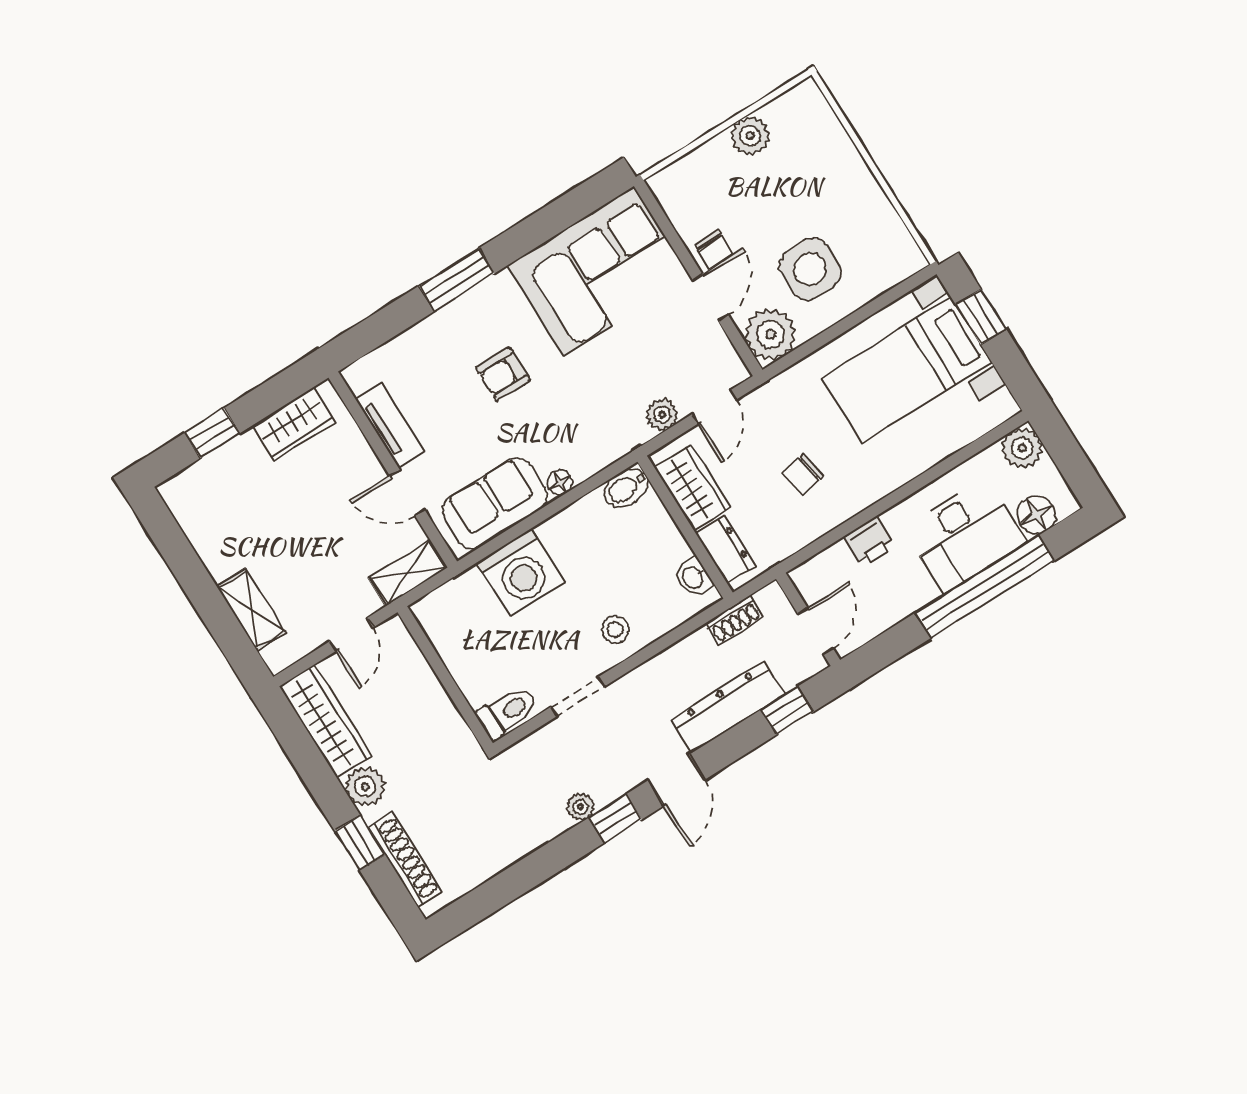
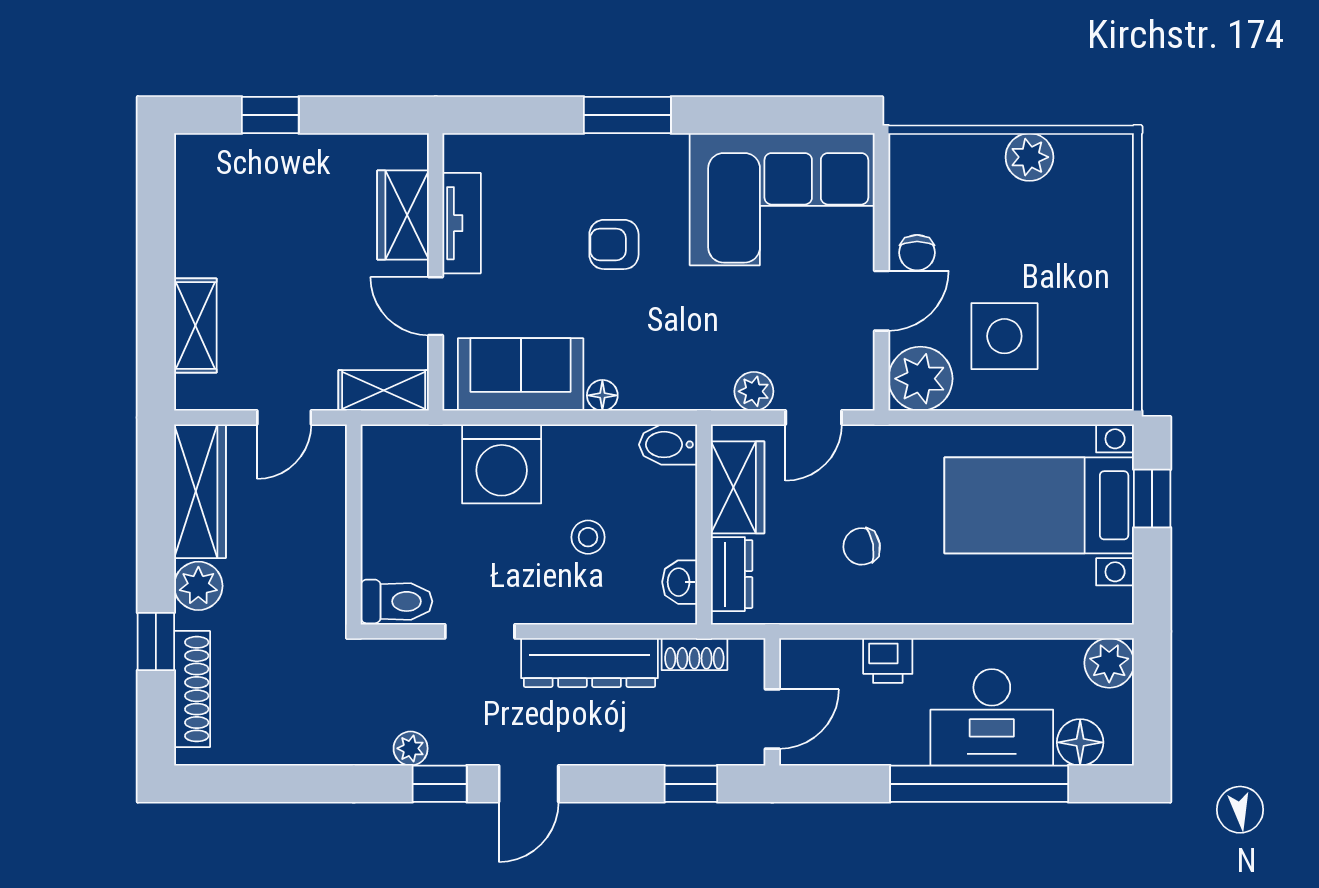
wardrobe: (294, 424) -> (403, 215), moved, turned 90
stool: (615, 630) -> (588, 537), moved
dresser: (728, 707) -> (589, 663), moved, turned 180

